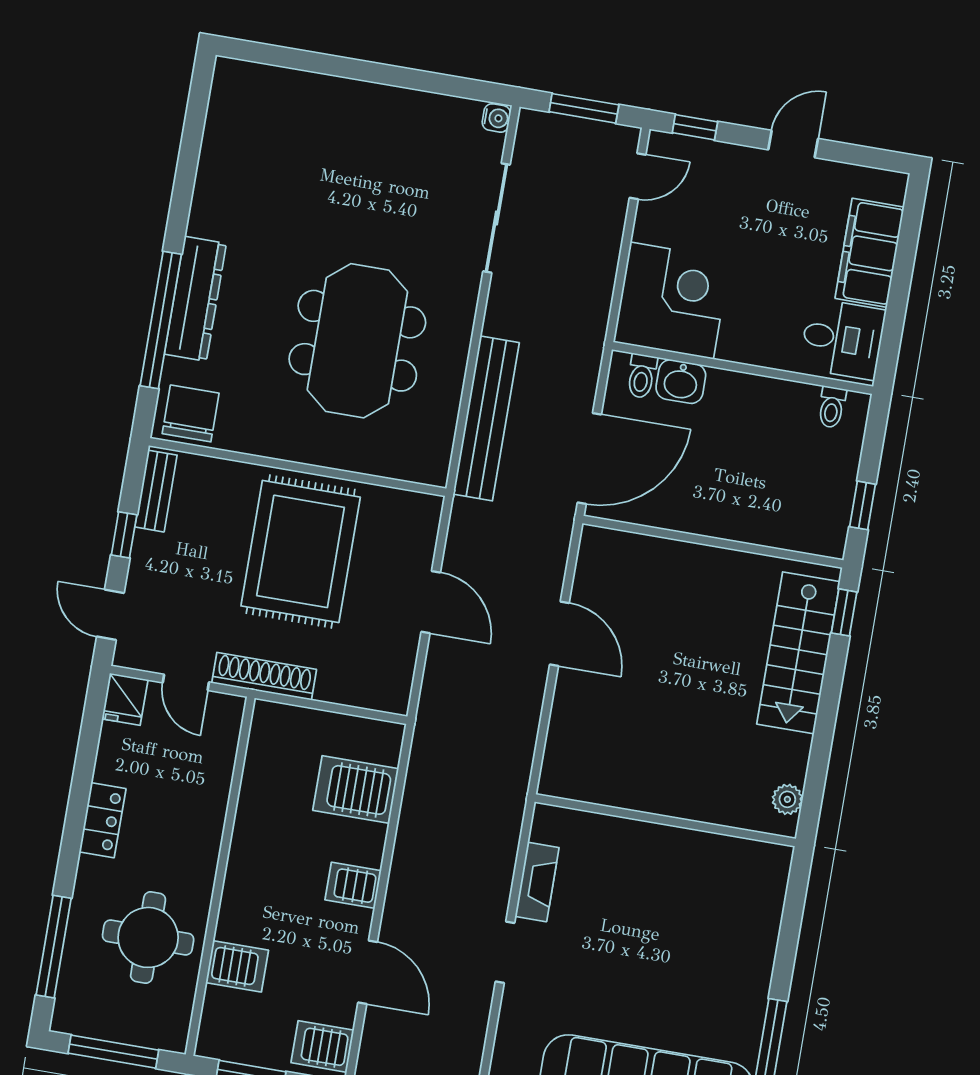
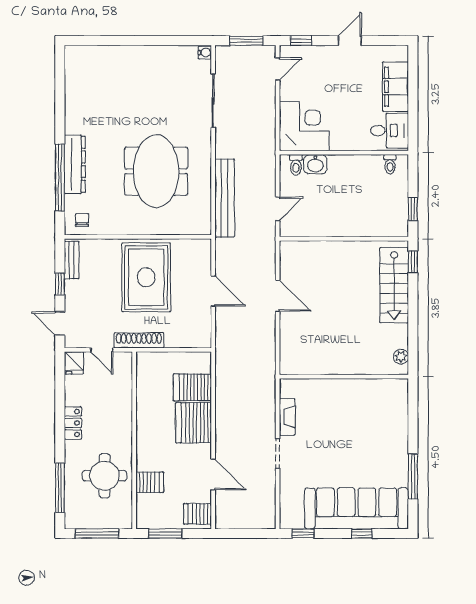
chair: (191, 413) -> (82, 220), width x0.54, depth x0.54
door: (589, 458) -> (278, 209), width x0.53
server rack: (353, 885) -> (193, 423), width x2.18, depth x1.44

